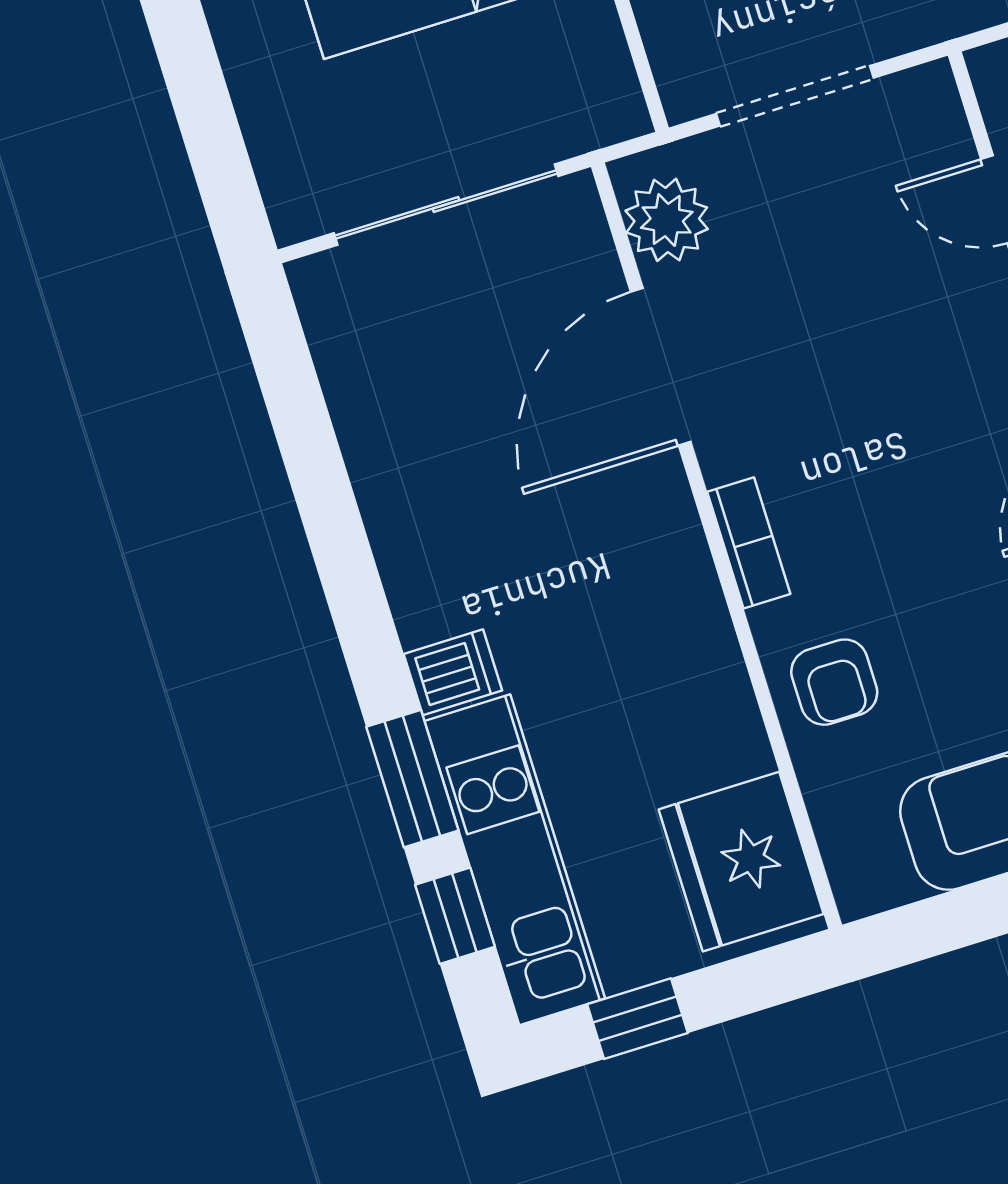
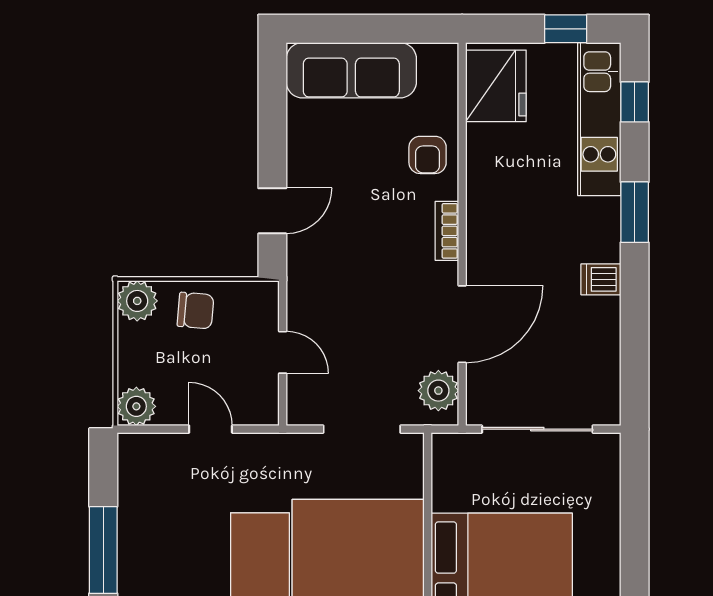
dishwasher: (453, 672) -> (601, 279), moved
armchair: (834, 682) -> (428, 155), turned 180
window: (412, 779) -> (635, 212), moved

